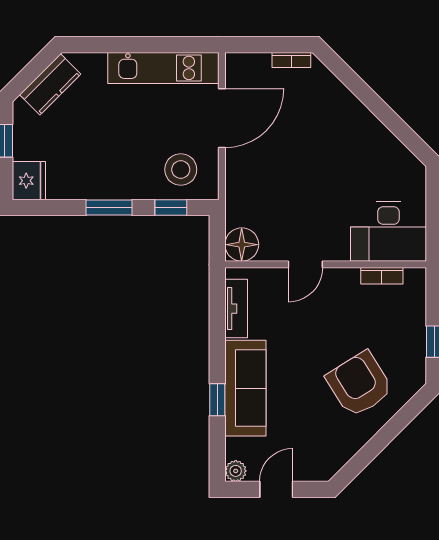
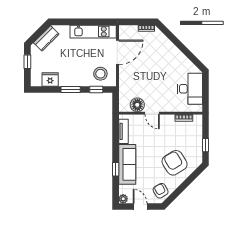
fridge: (29, 181) -> (50, 79), moved, turned -90
desk: (388, 232) -> (190, 89), moved, turned -90
floor lamp: (242, 245) -> (137, 105), moved
door: (305, 264) -> (152, 113), hinge flipped
armchair: (326, 451) -> (161, 191), added
door: (276, 489) -> (140, 206), hinge flipped

